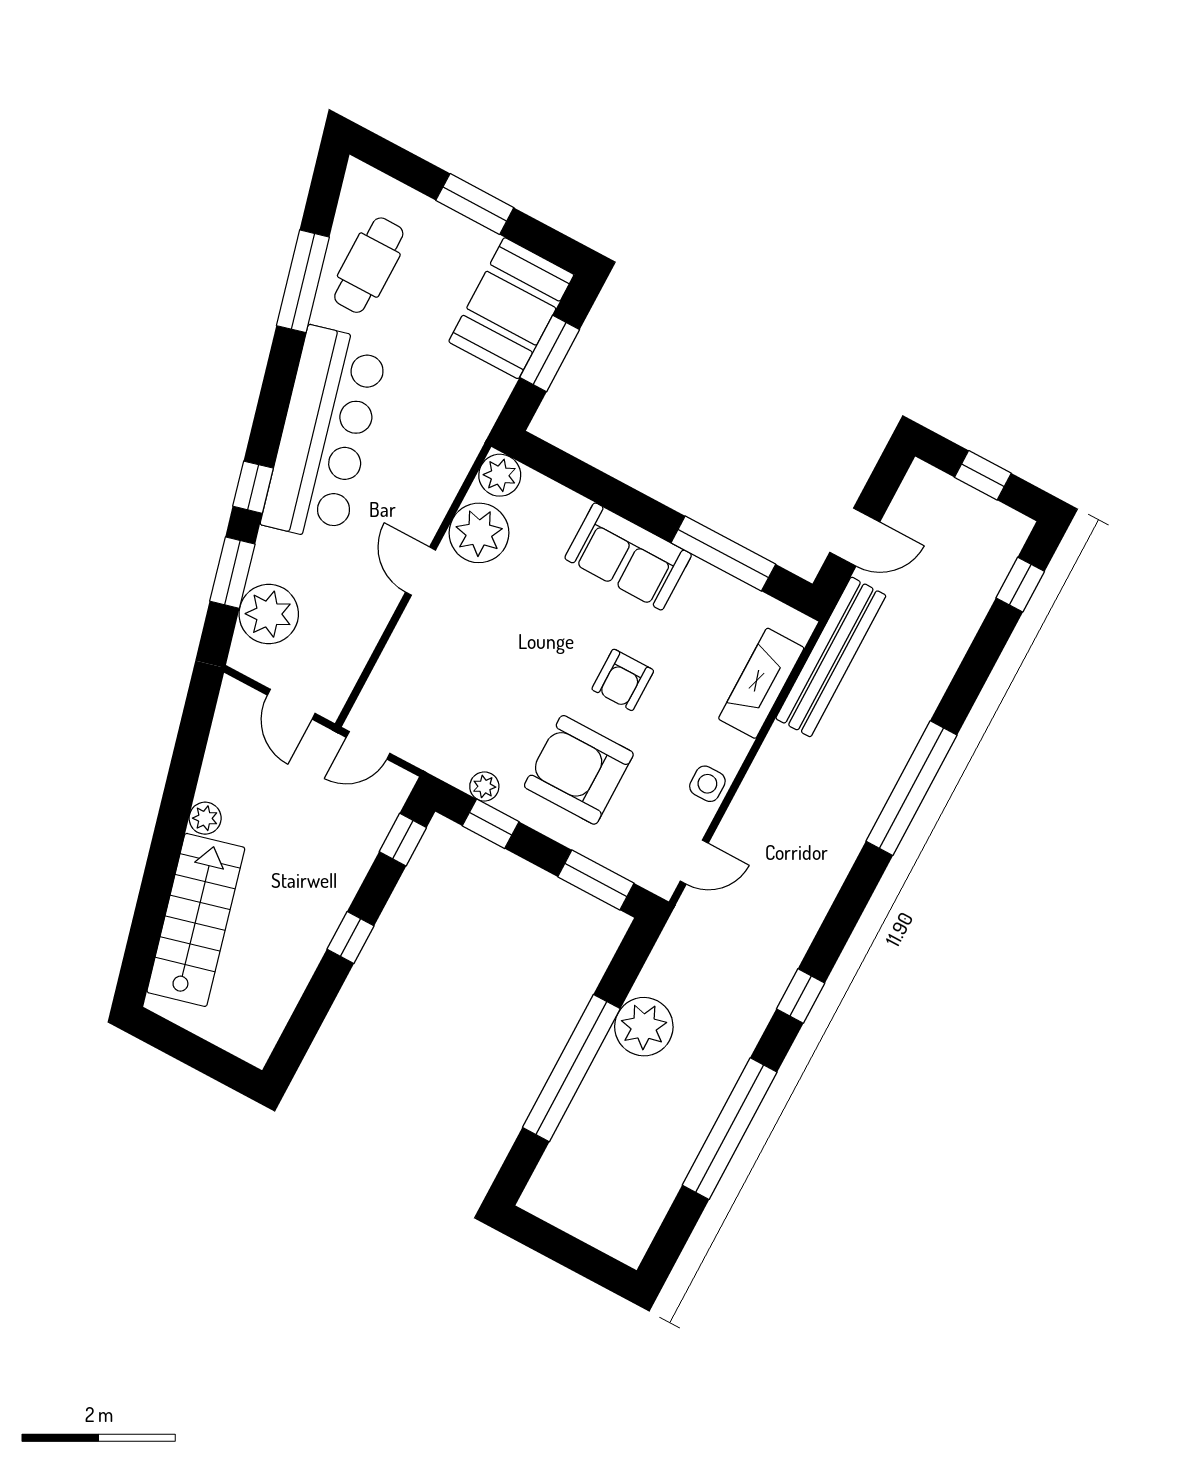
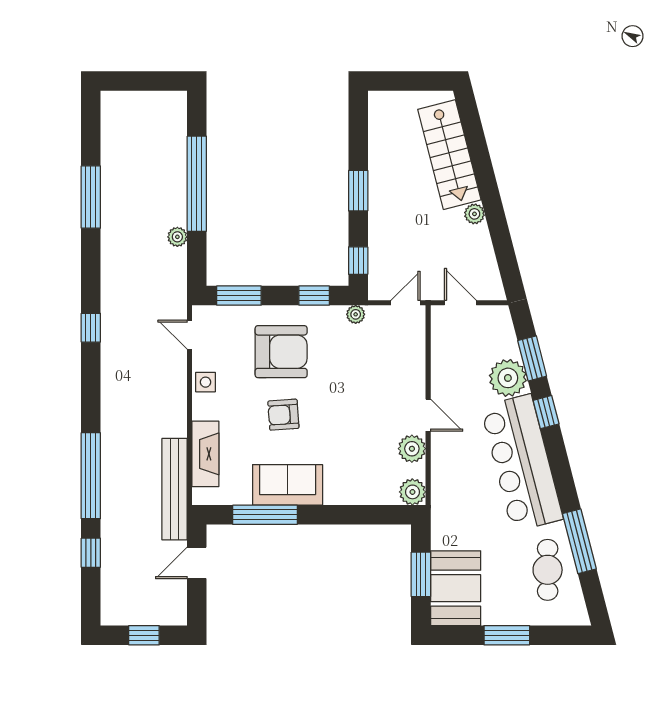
plant: (479, 533) -> (412, 449), width x0.73, depth x0.73
sofa: (628, 556) -> (288, 485), moved
window: (1020, 585) -> (91, 553), moved
plant: (269, 614) -> (508, 378), moved
armchair: (623, 680) -> (283, 415), turned -94
plant: (484, 787) -> (356, 314), moved
window: (912, 788) -> (91, 476), moved
door: (694, 862) -> (190, 335), hinge flipped
window: (351, 938) -> (358, 191), width x1.50
window: (801, 996) -> (91, 328), moved
plant: (644, 1027) -> (177, 237), width x0.53, depth x0.53
window: (730, 1129) -> (91, 197), width x0.68

